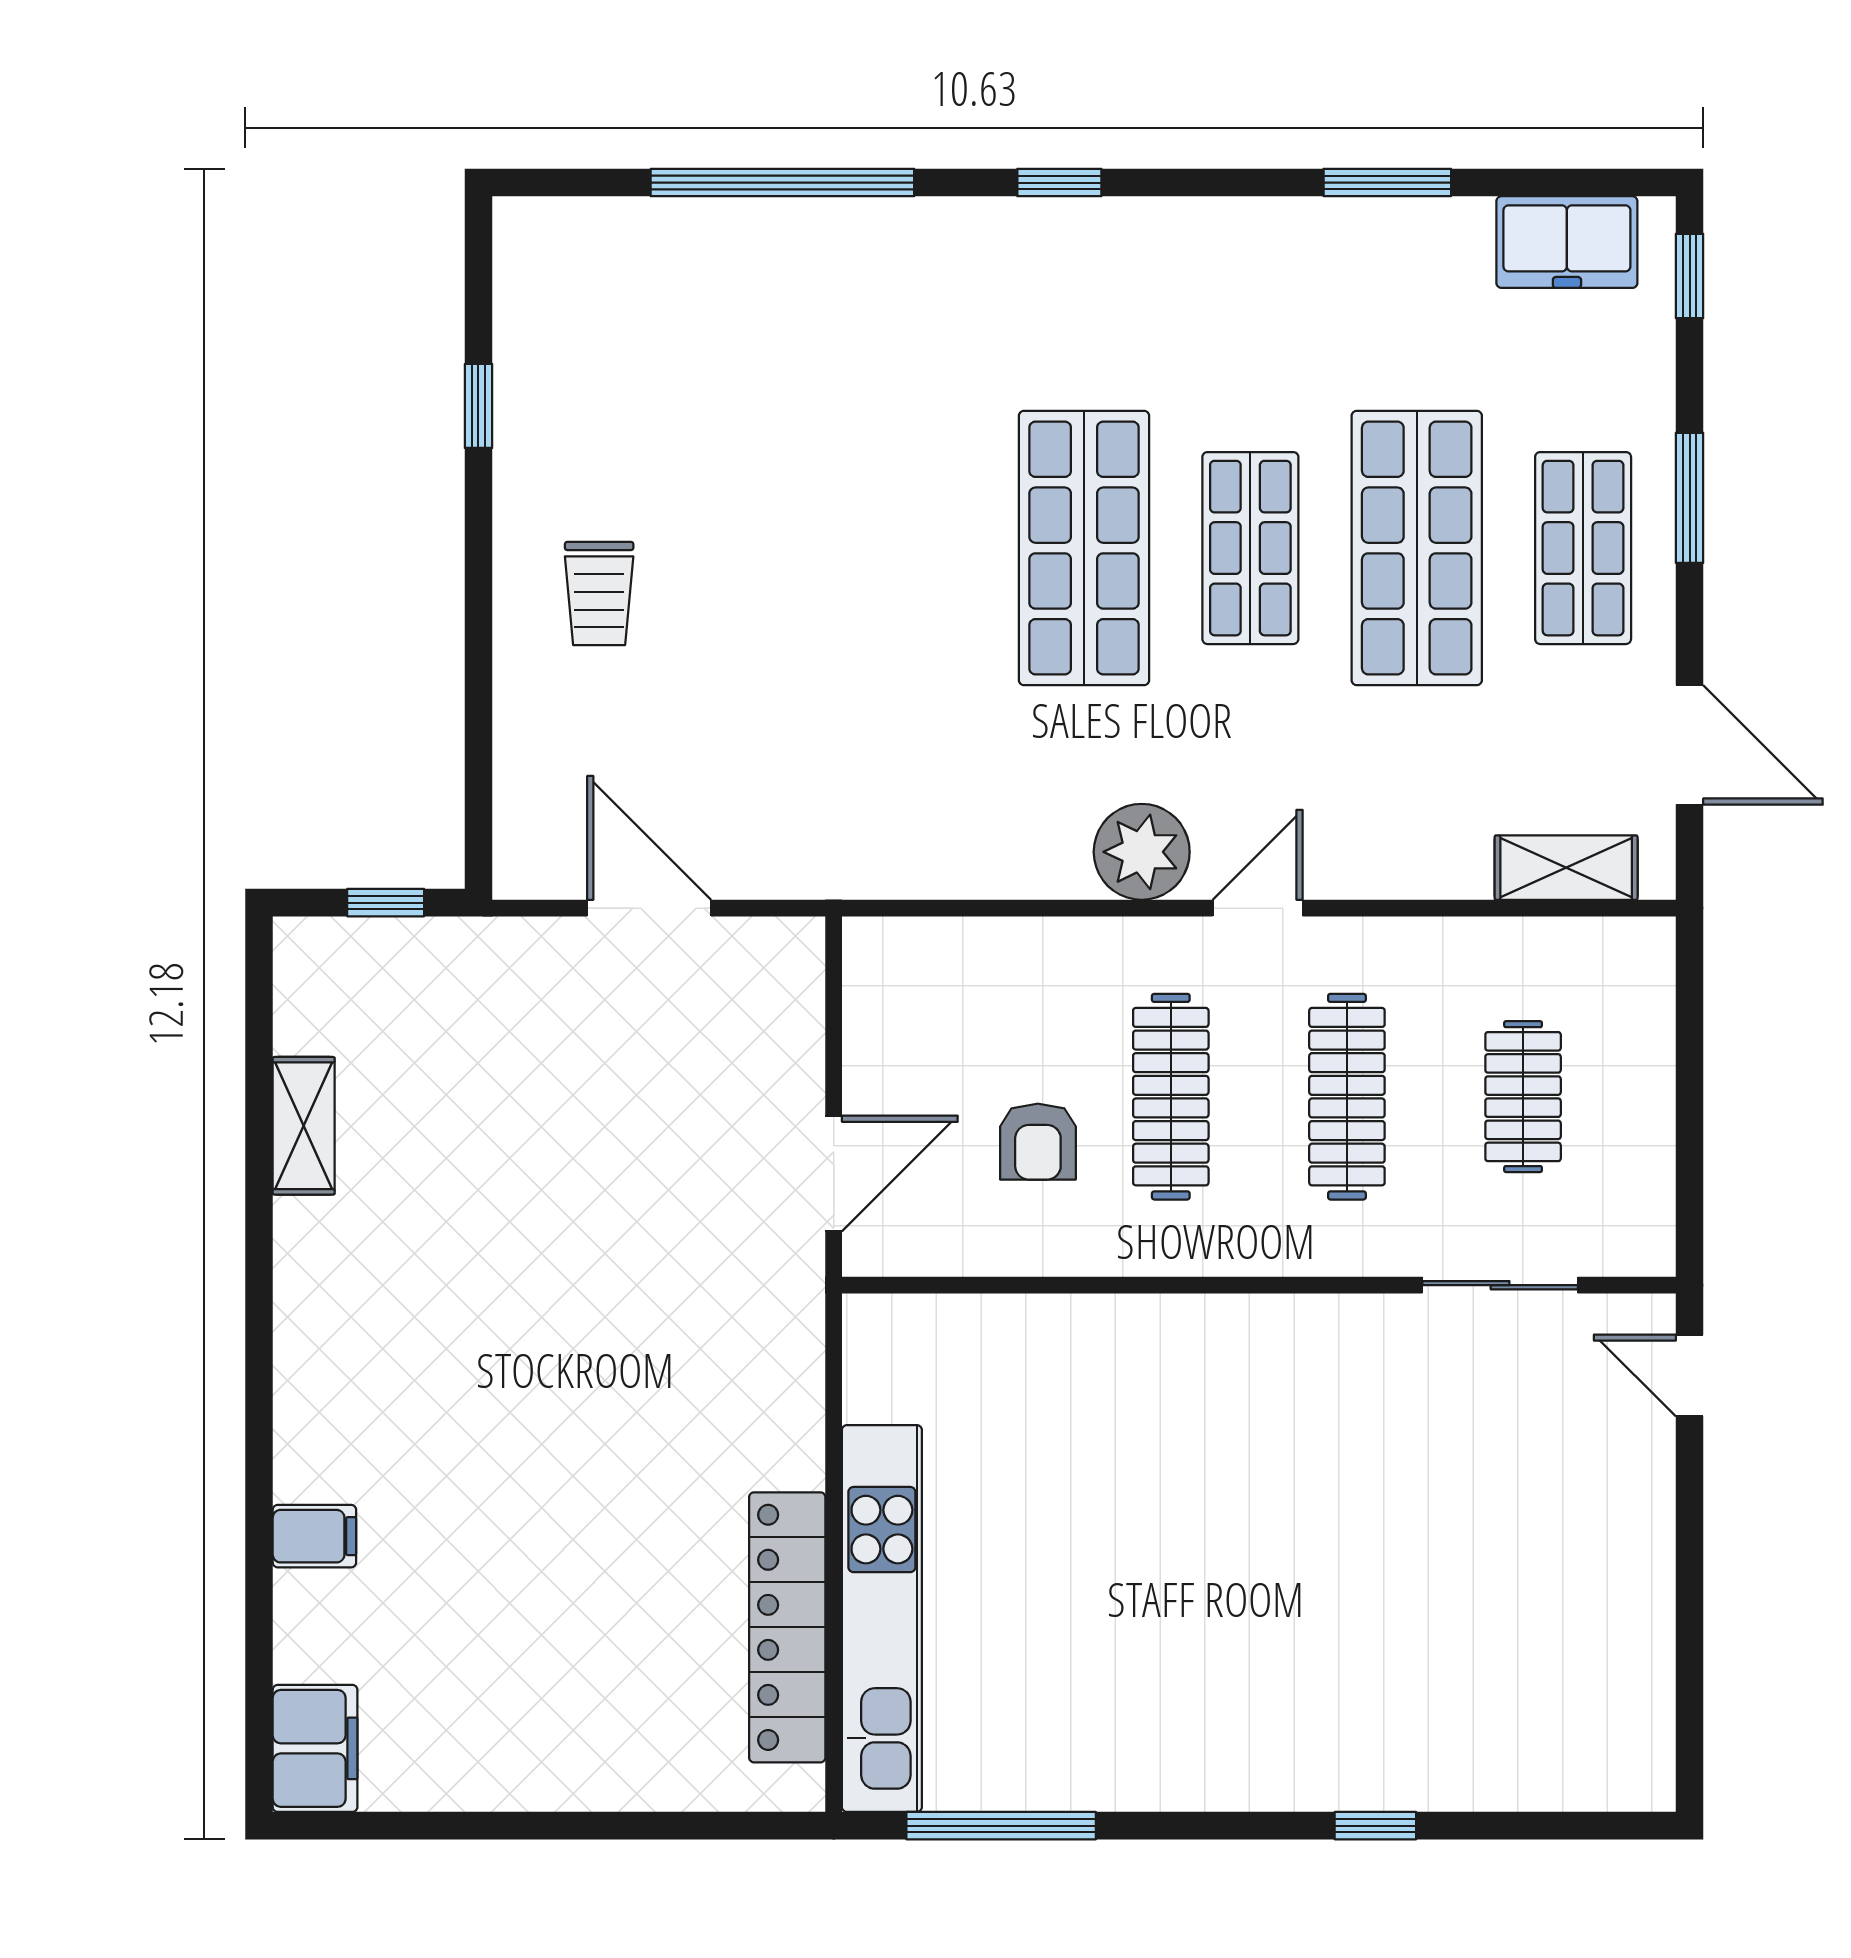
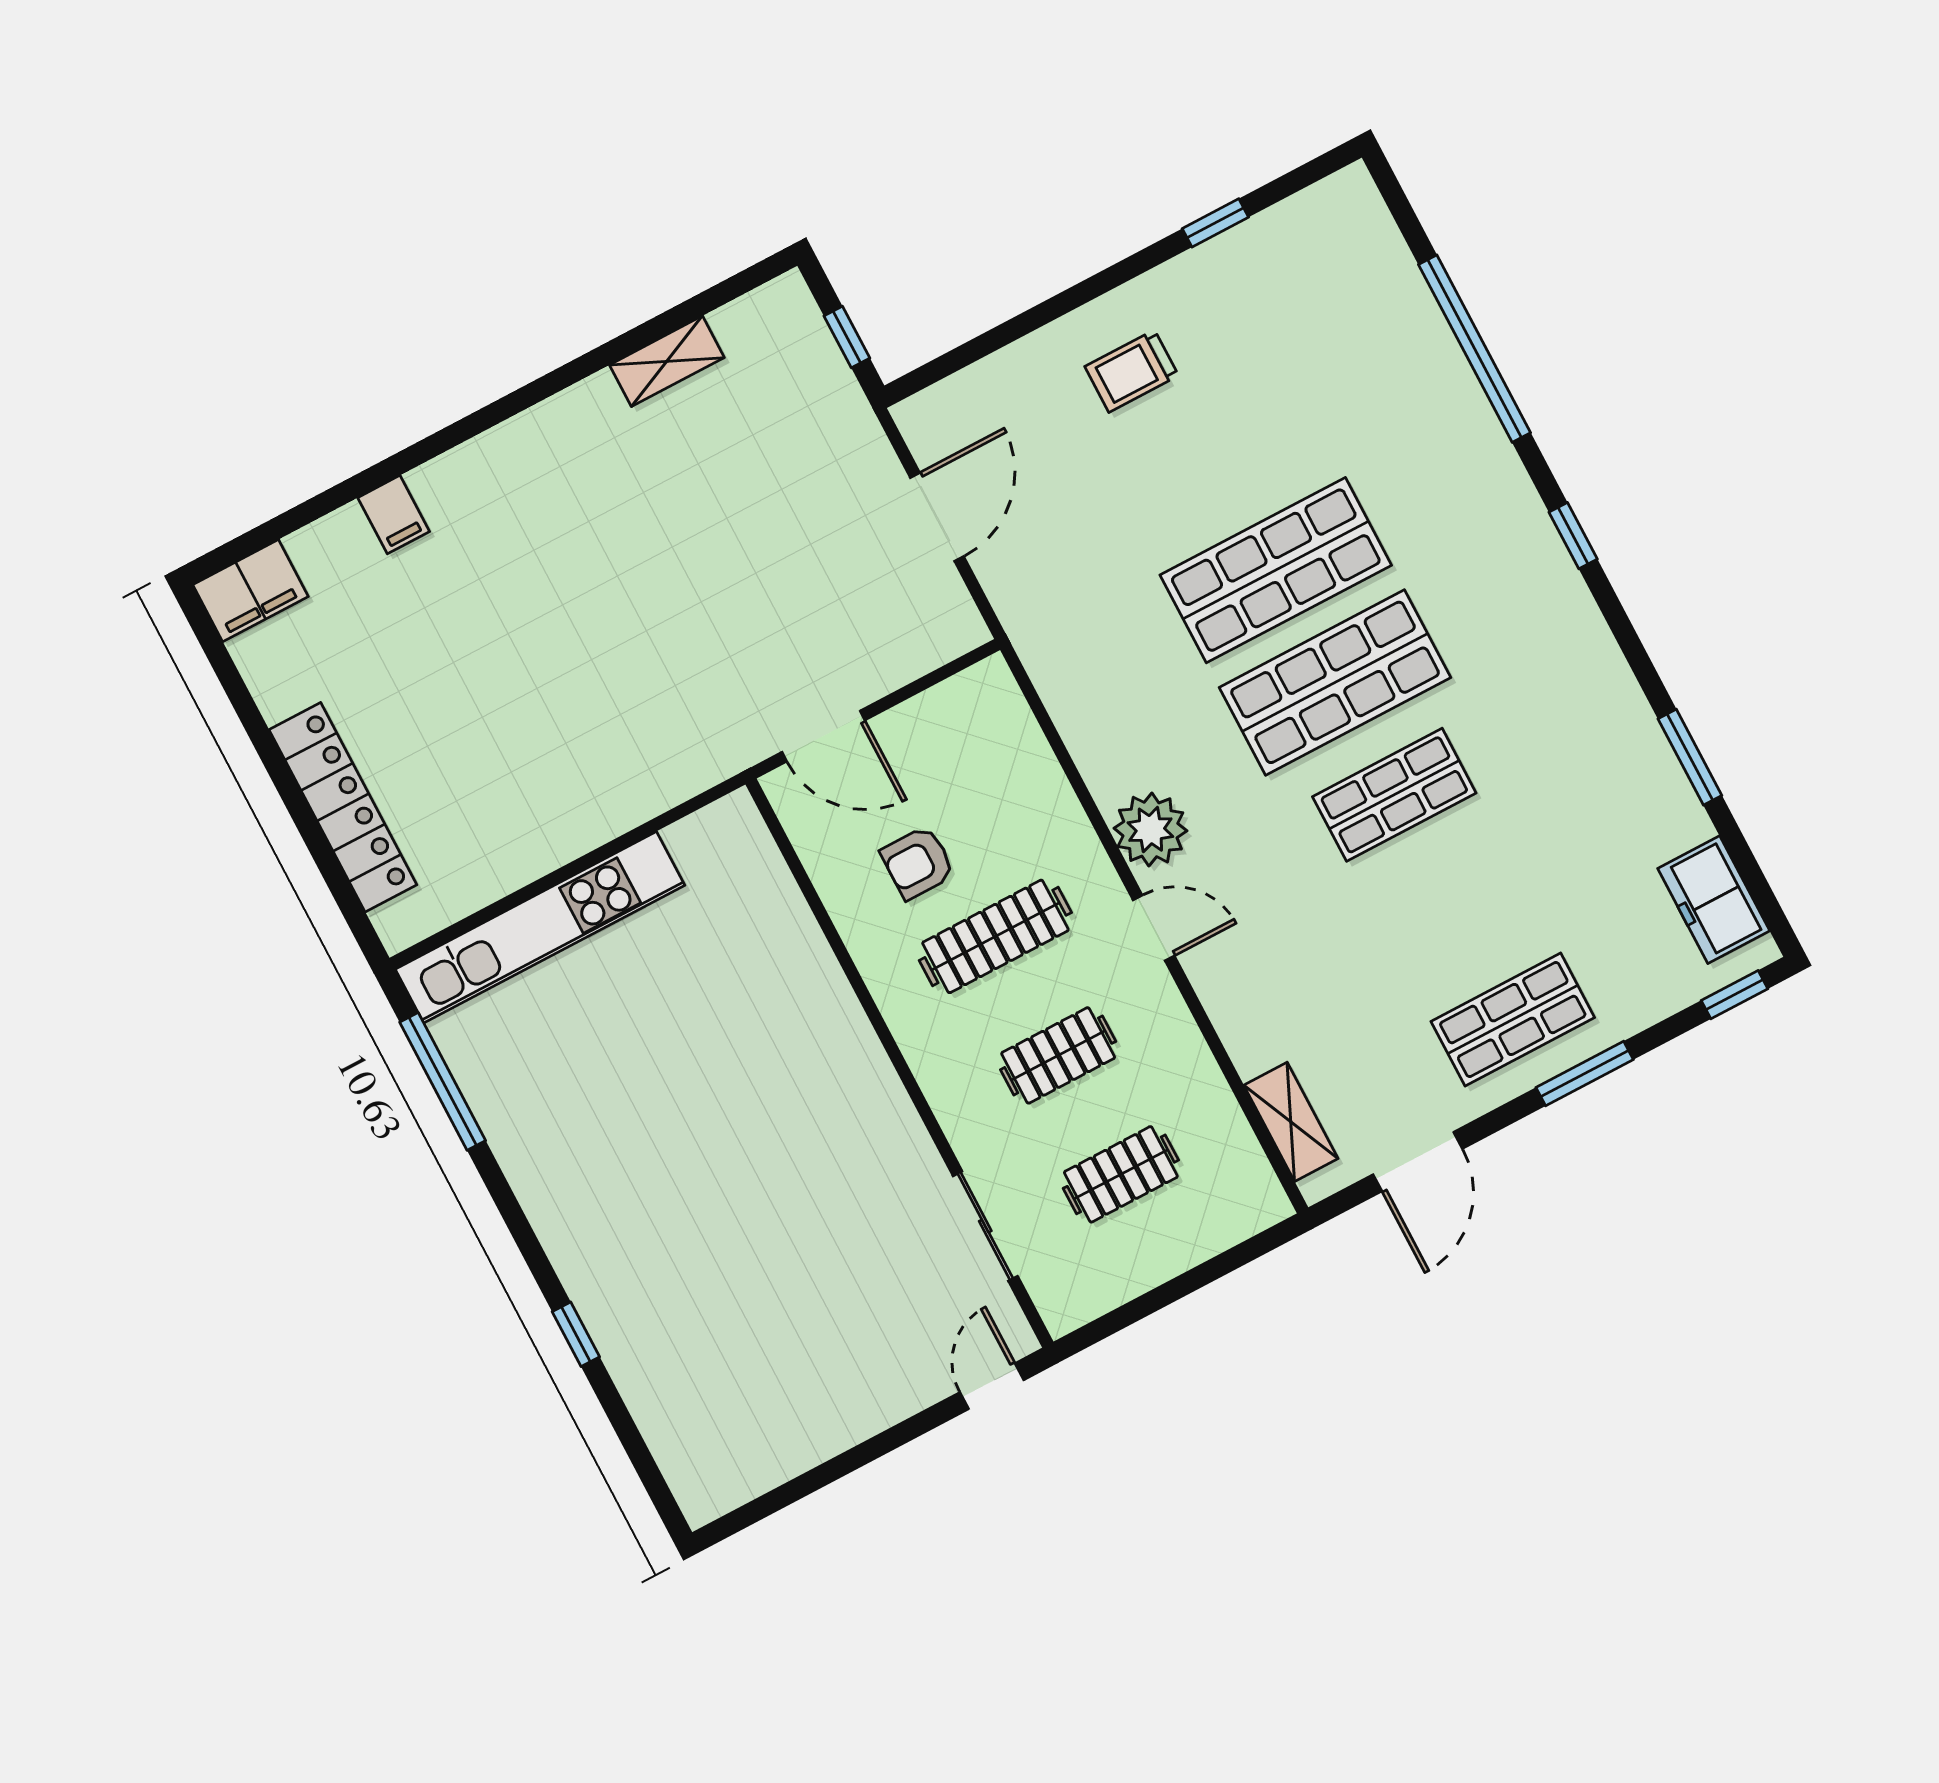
shop shelf: (1417, 548) -> (1276, 570), moved
clothes rail: (1347, 1097) -> (1058, 1055), width x0.73
locker: (787, 1627) -> (343, 807), moved, turned 90

